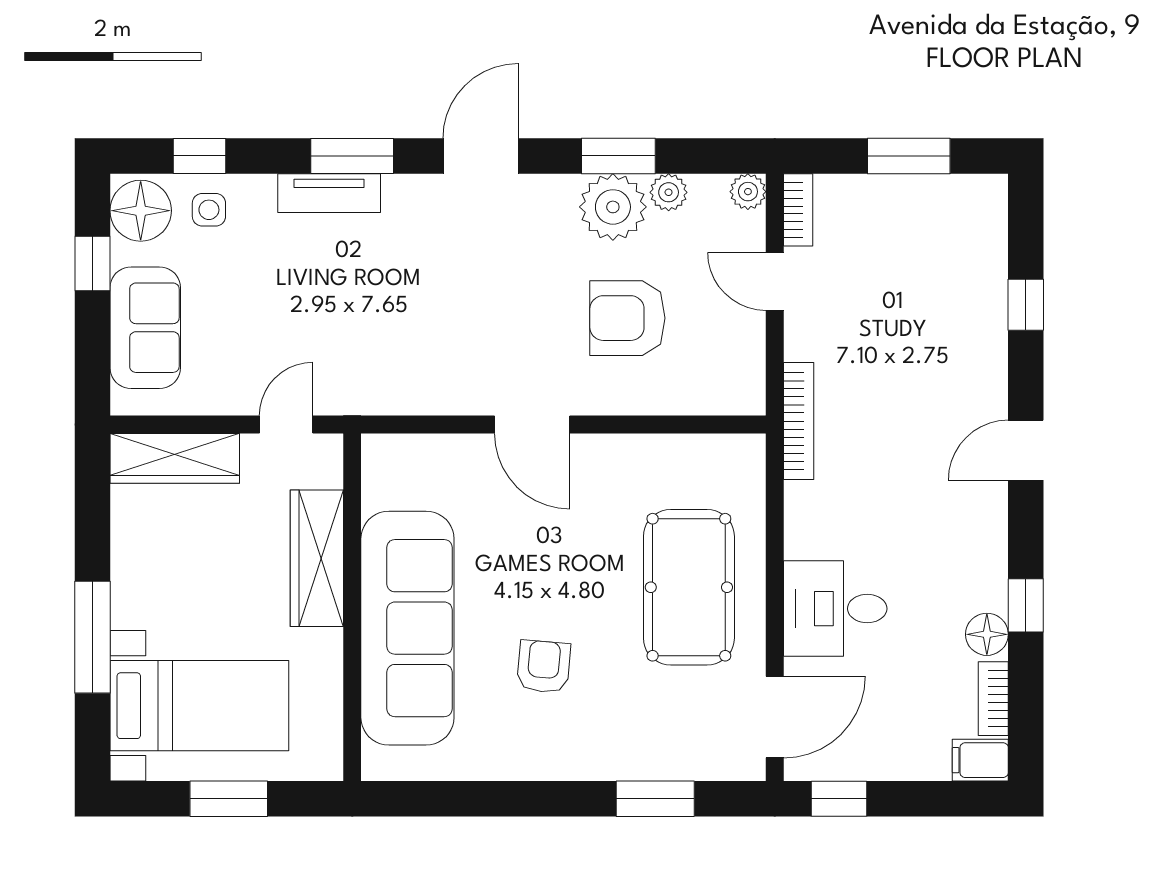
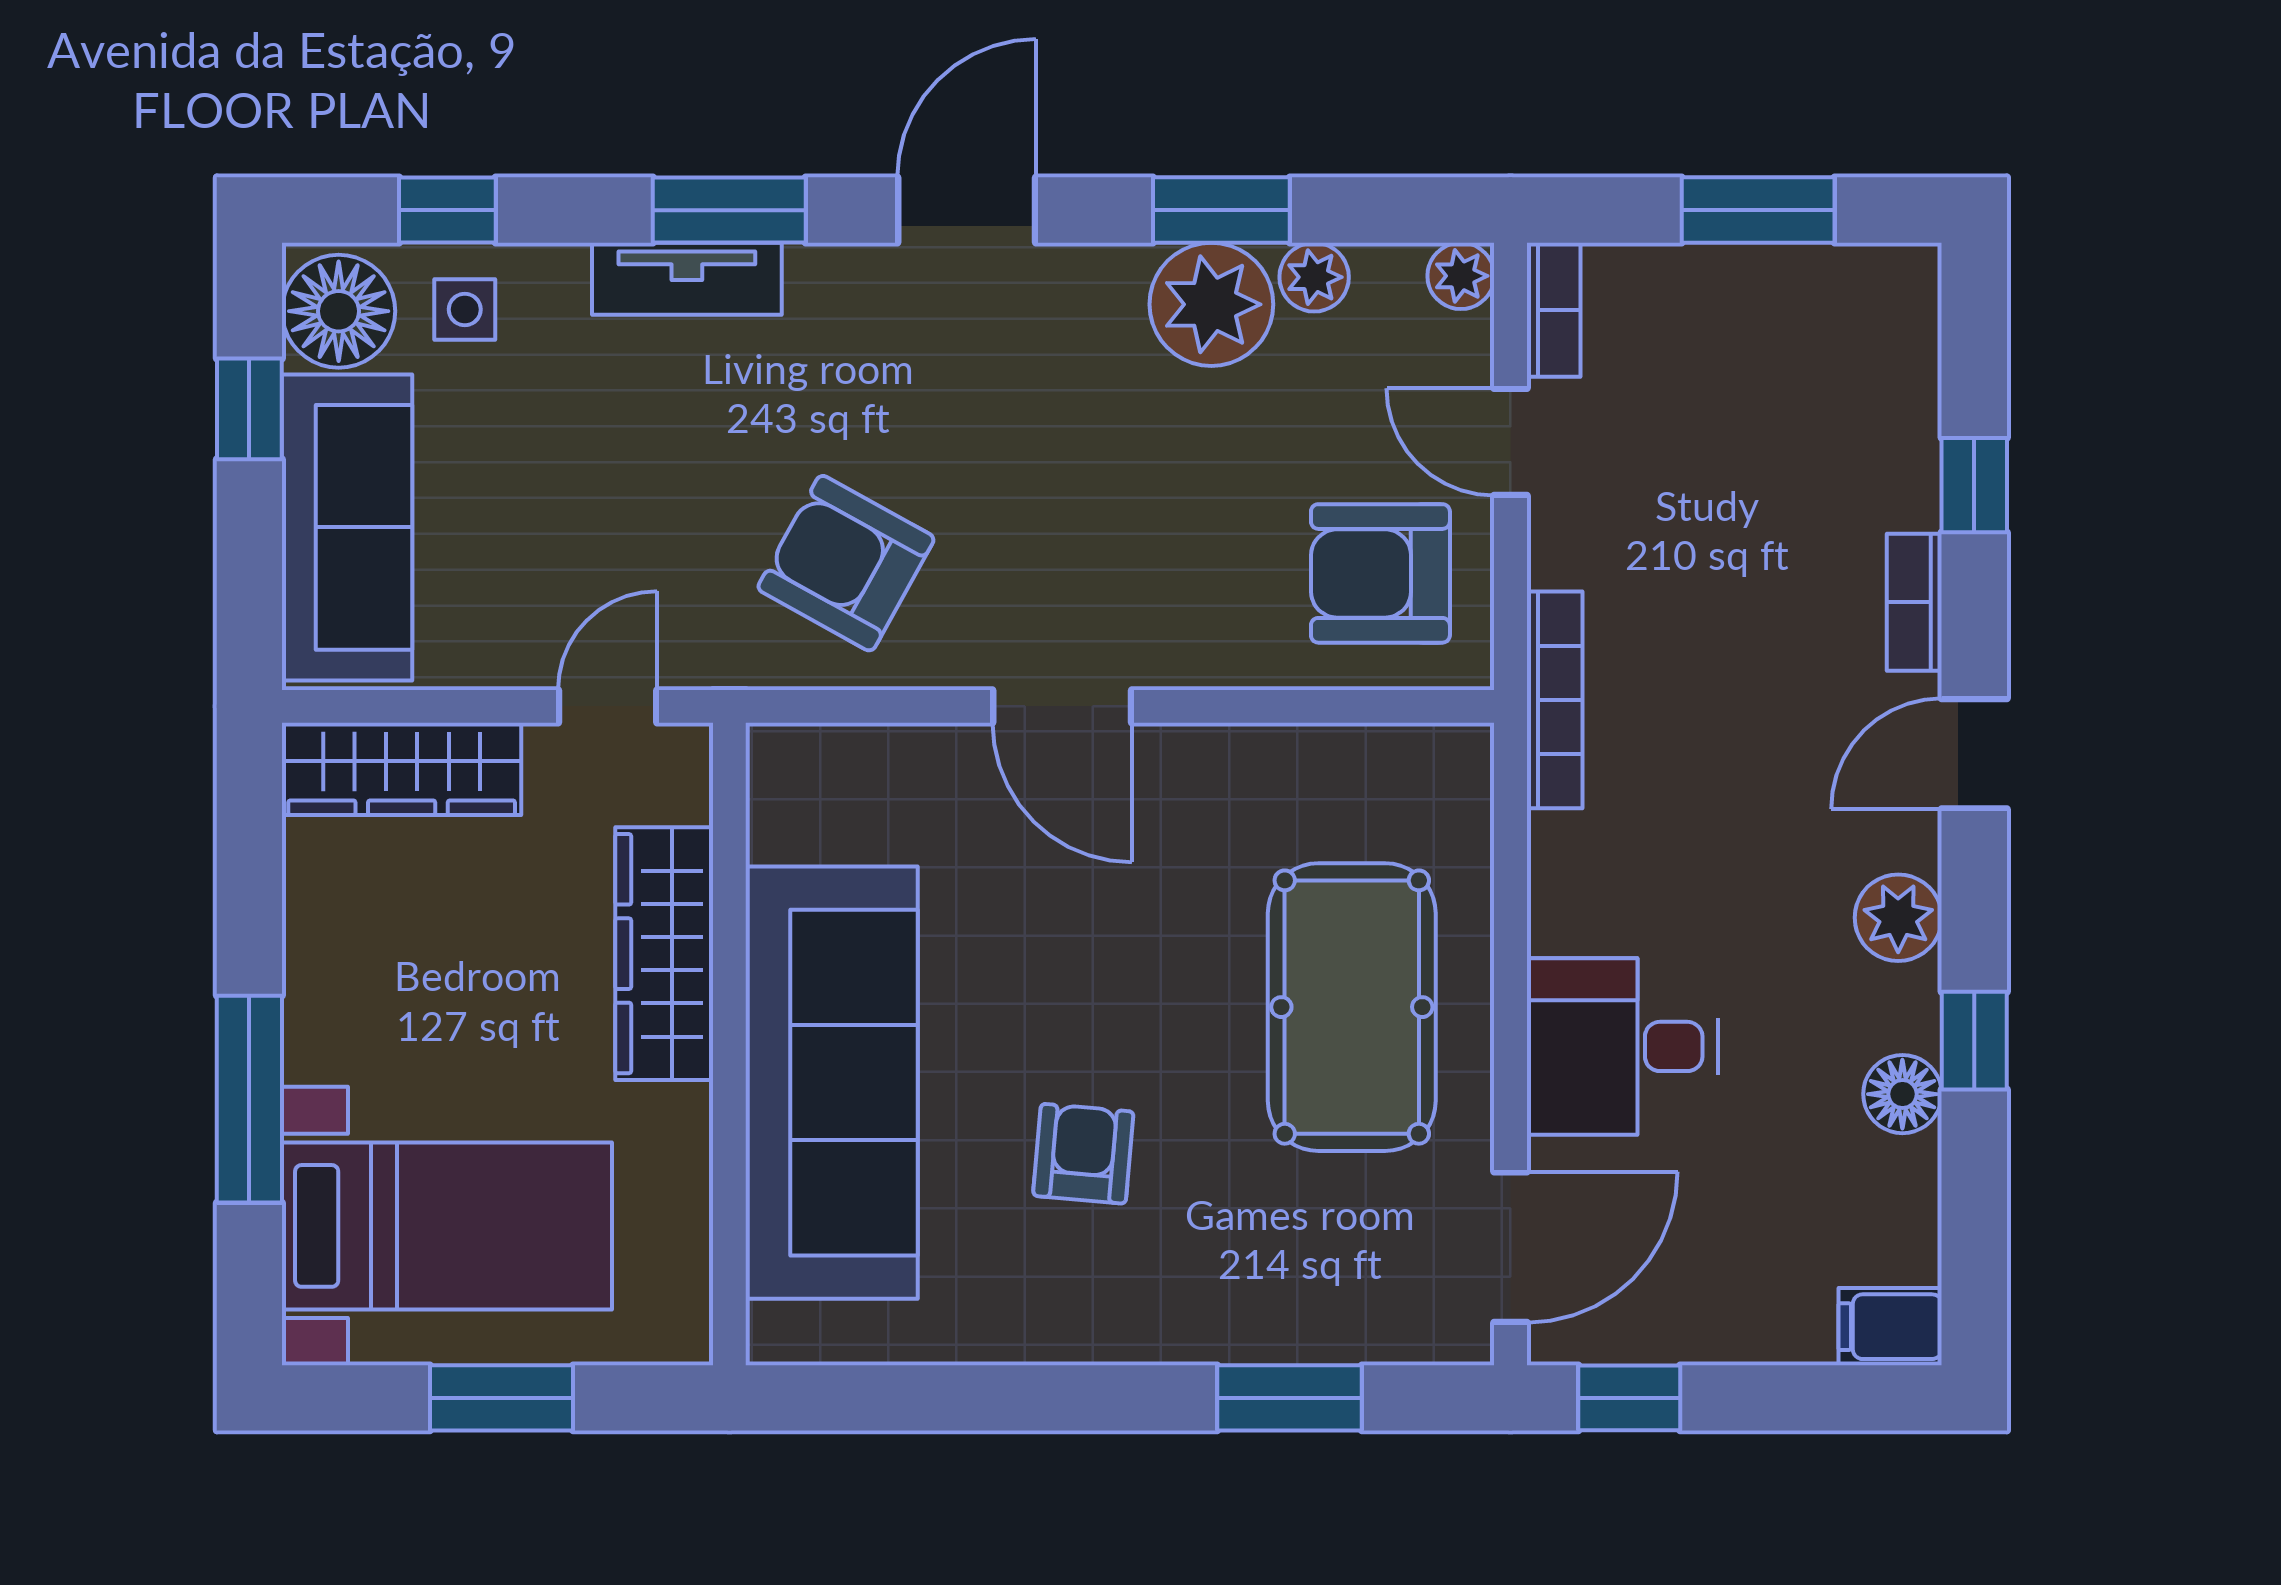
armchair: (627, 318) -> (1380, 573), moved
sofa: (145, 328) -> (347, 527), width x1.36
armchair: (415, 347) -> (846, 563), added
plant: (985, 539) -> (1898, 918), added
bookcase: (993, 699) -> (1914, 602), moved

